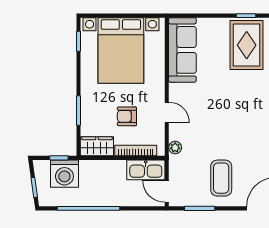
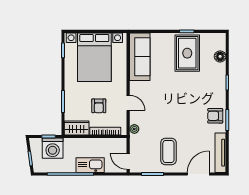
armchair: (127, 116) -> (99, 106), turned -90
kitchen sink: (146, 170) -> (90, 165), moved, turned 180

